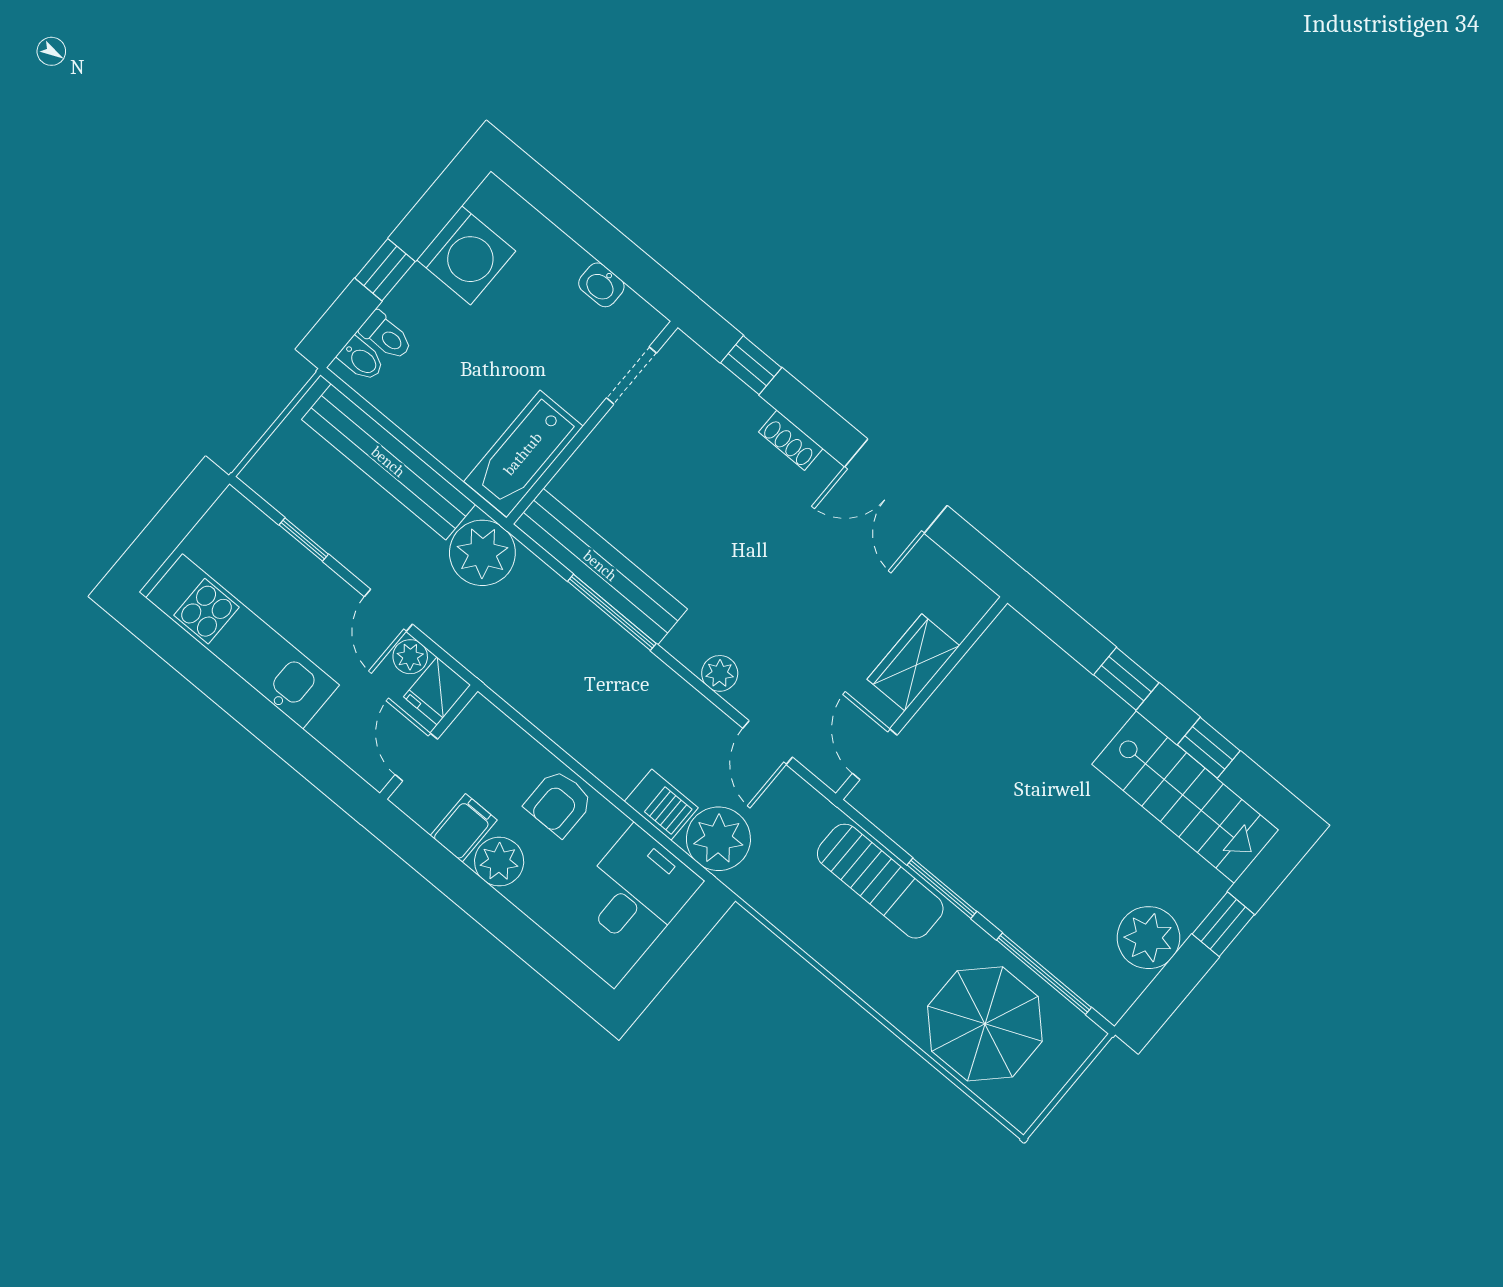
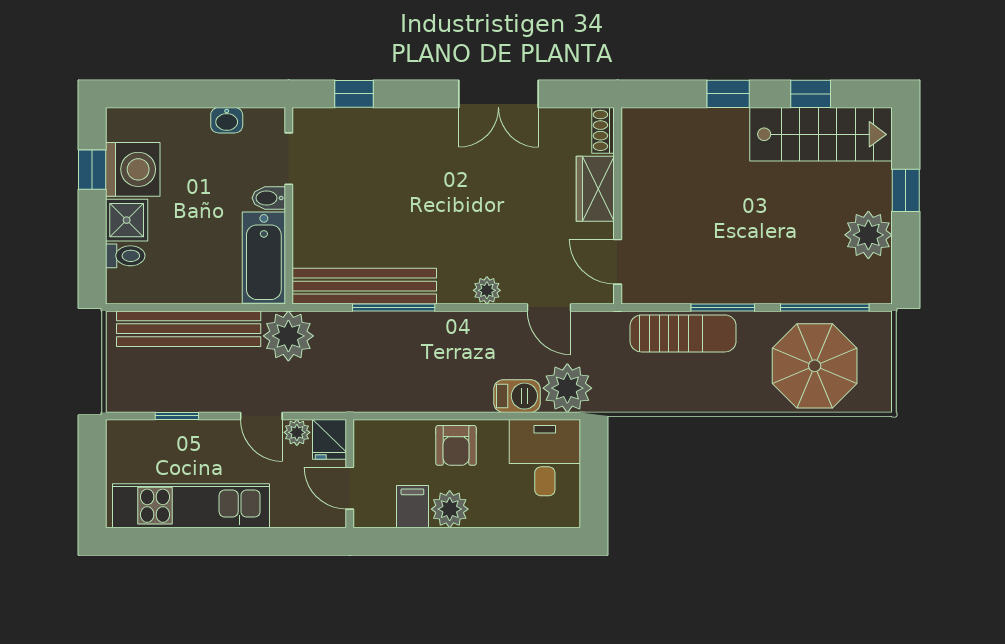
window: (385, 270) -> (92, 170), moved
shower: (417, 301) -> (127, 220), added
bidet: (361, 359) -> (269, 198), moved, turned 180
shoe rack: (791, 440) -> (603, 130), moved, turned 90

